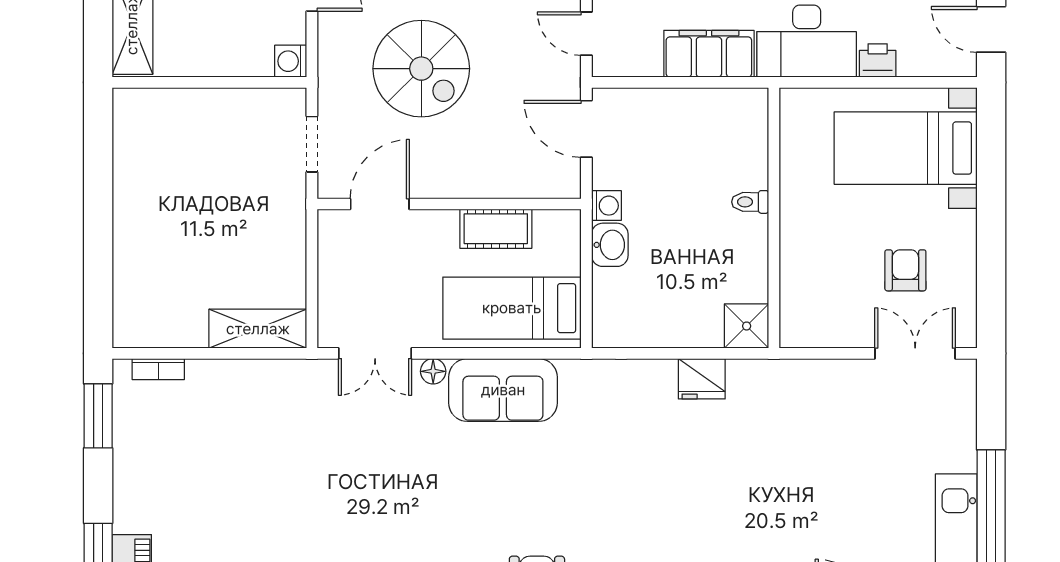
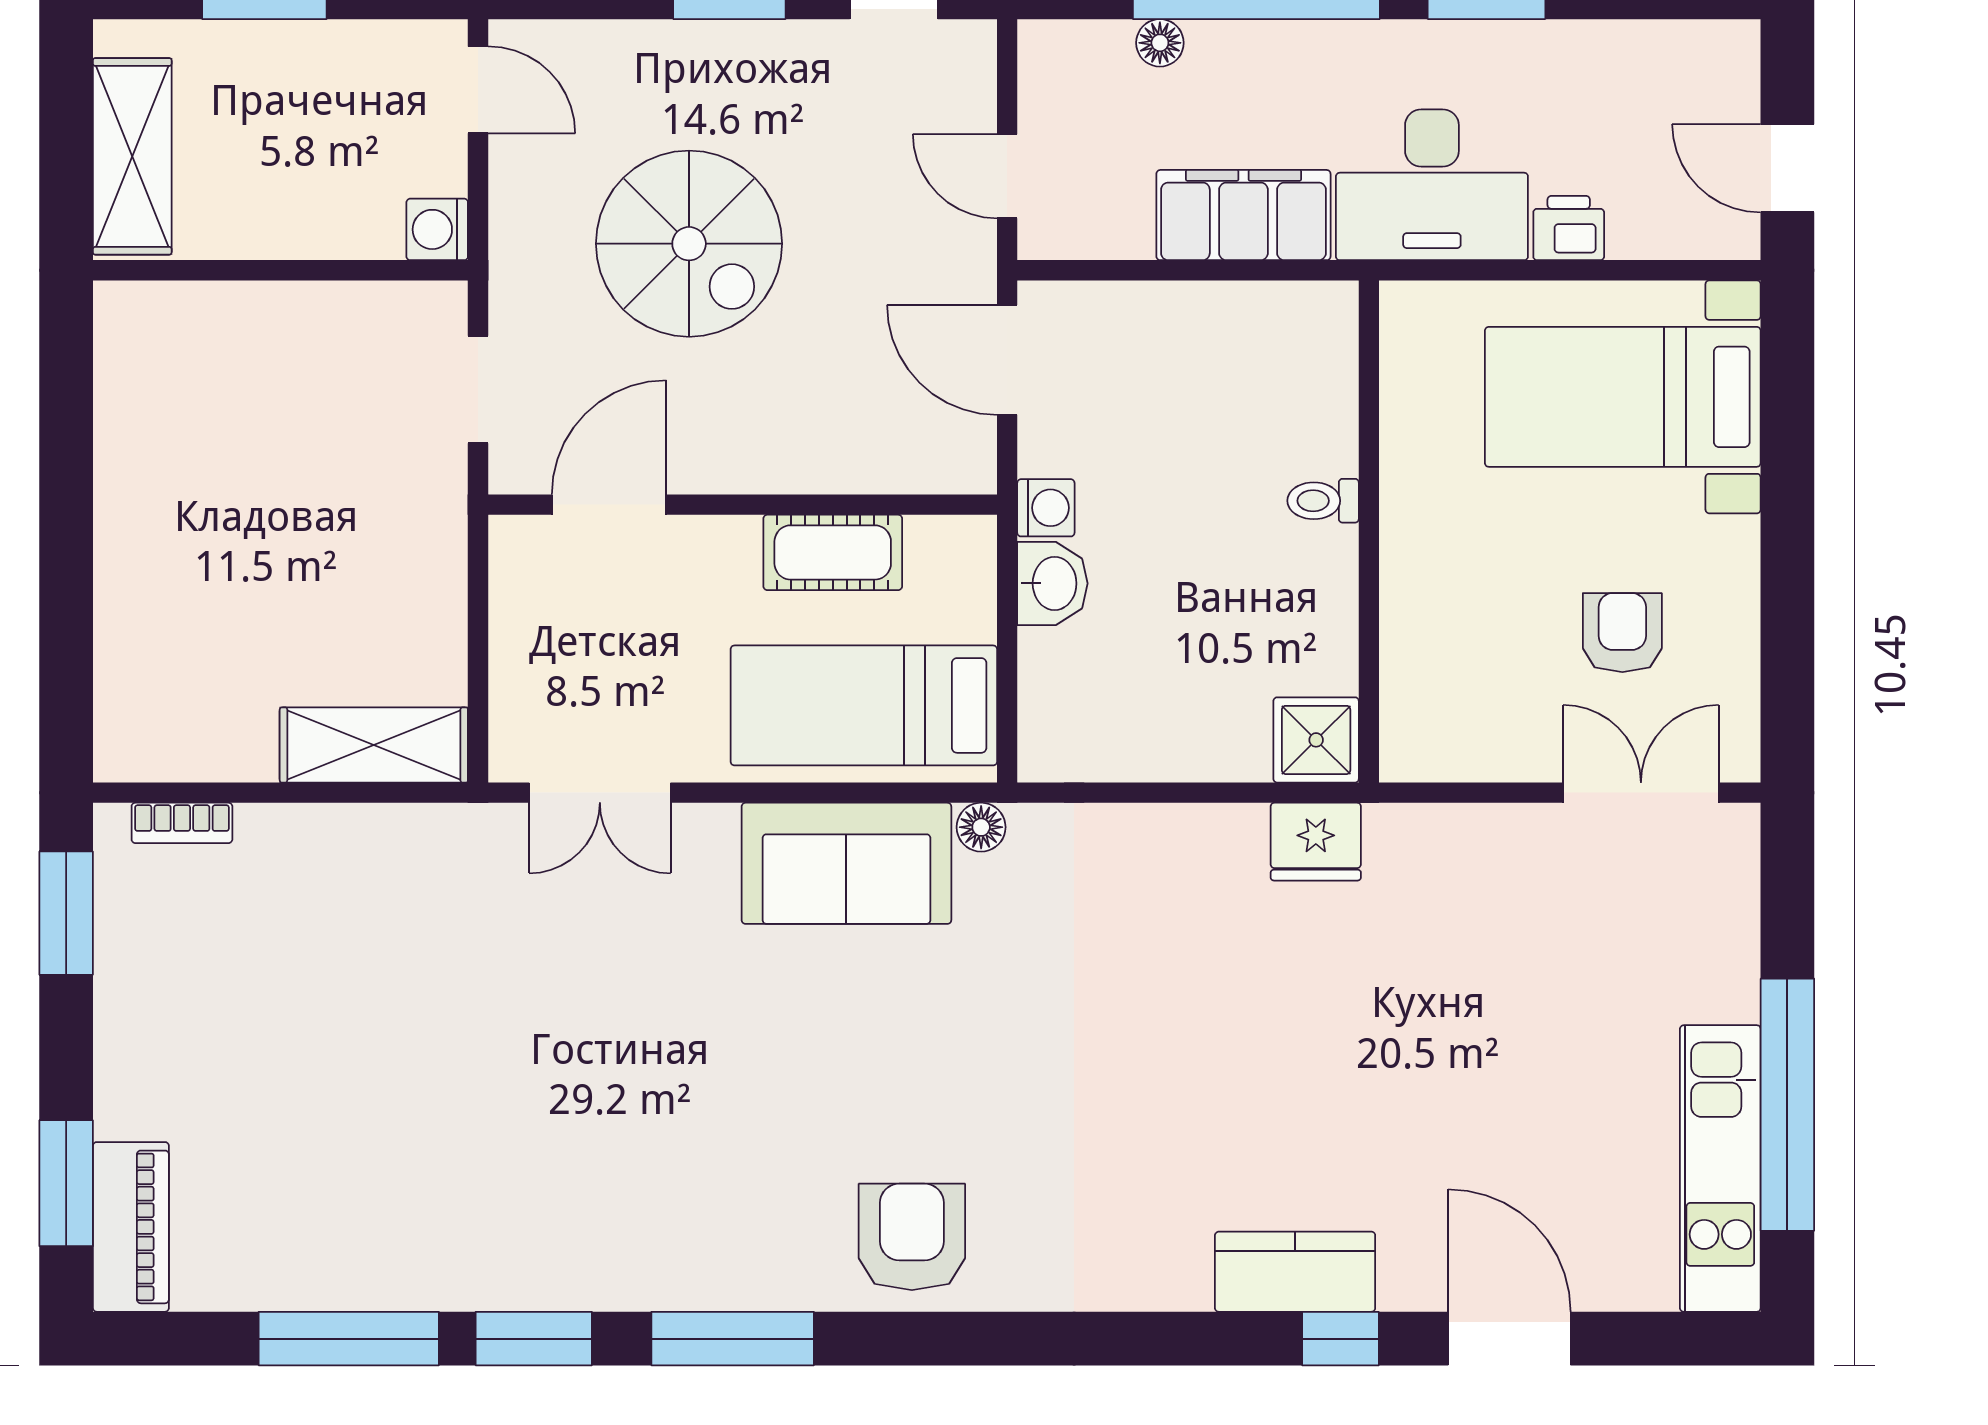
floor lamp: (433, 371) -> (981, 827), moved
fridge: (702, 379) -> (1316, 842), moved

